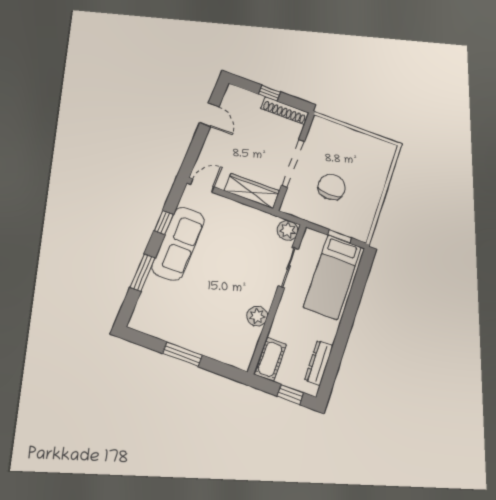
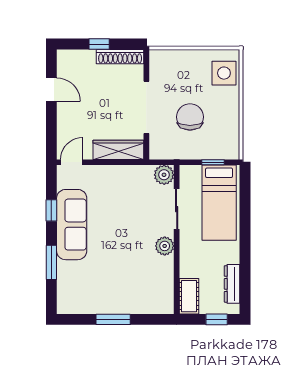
side table: (377, 160) -> (224, 73), added
plant: (257, 316) -> (165, 246), moved

